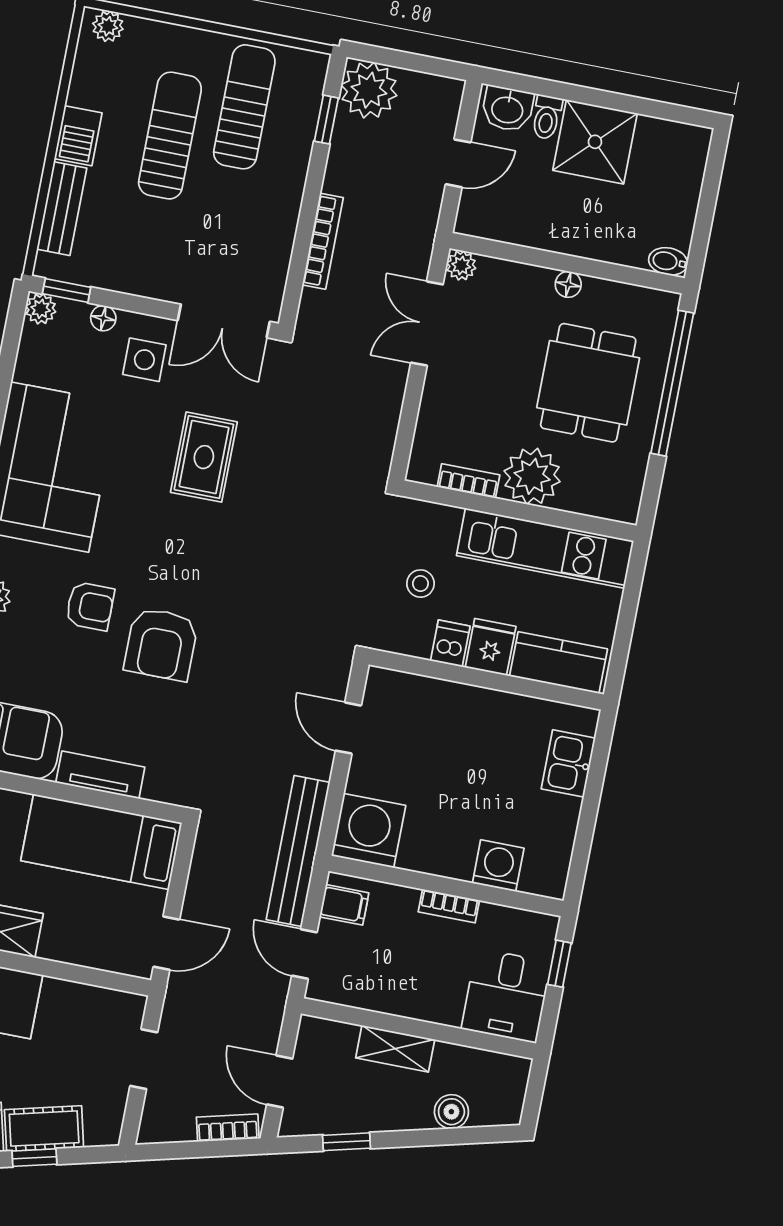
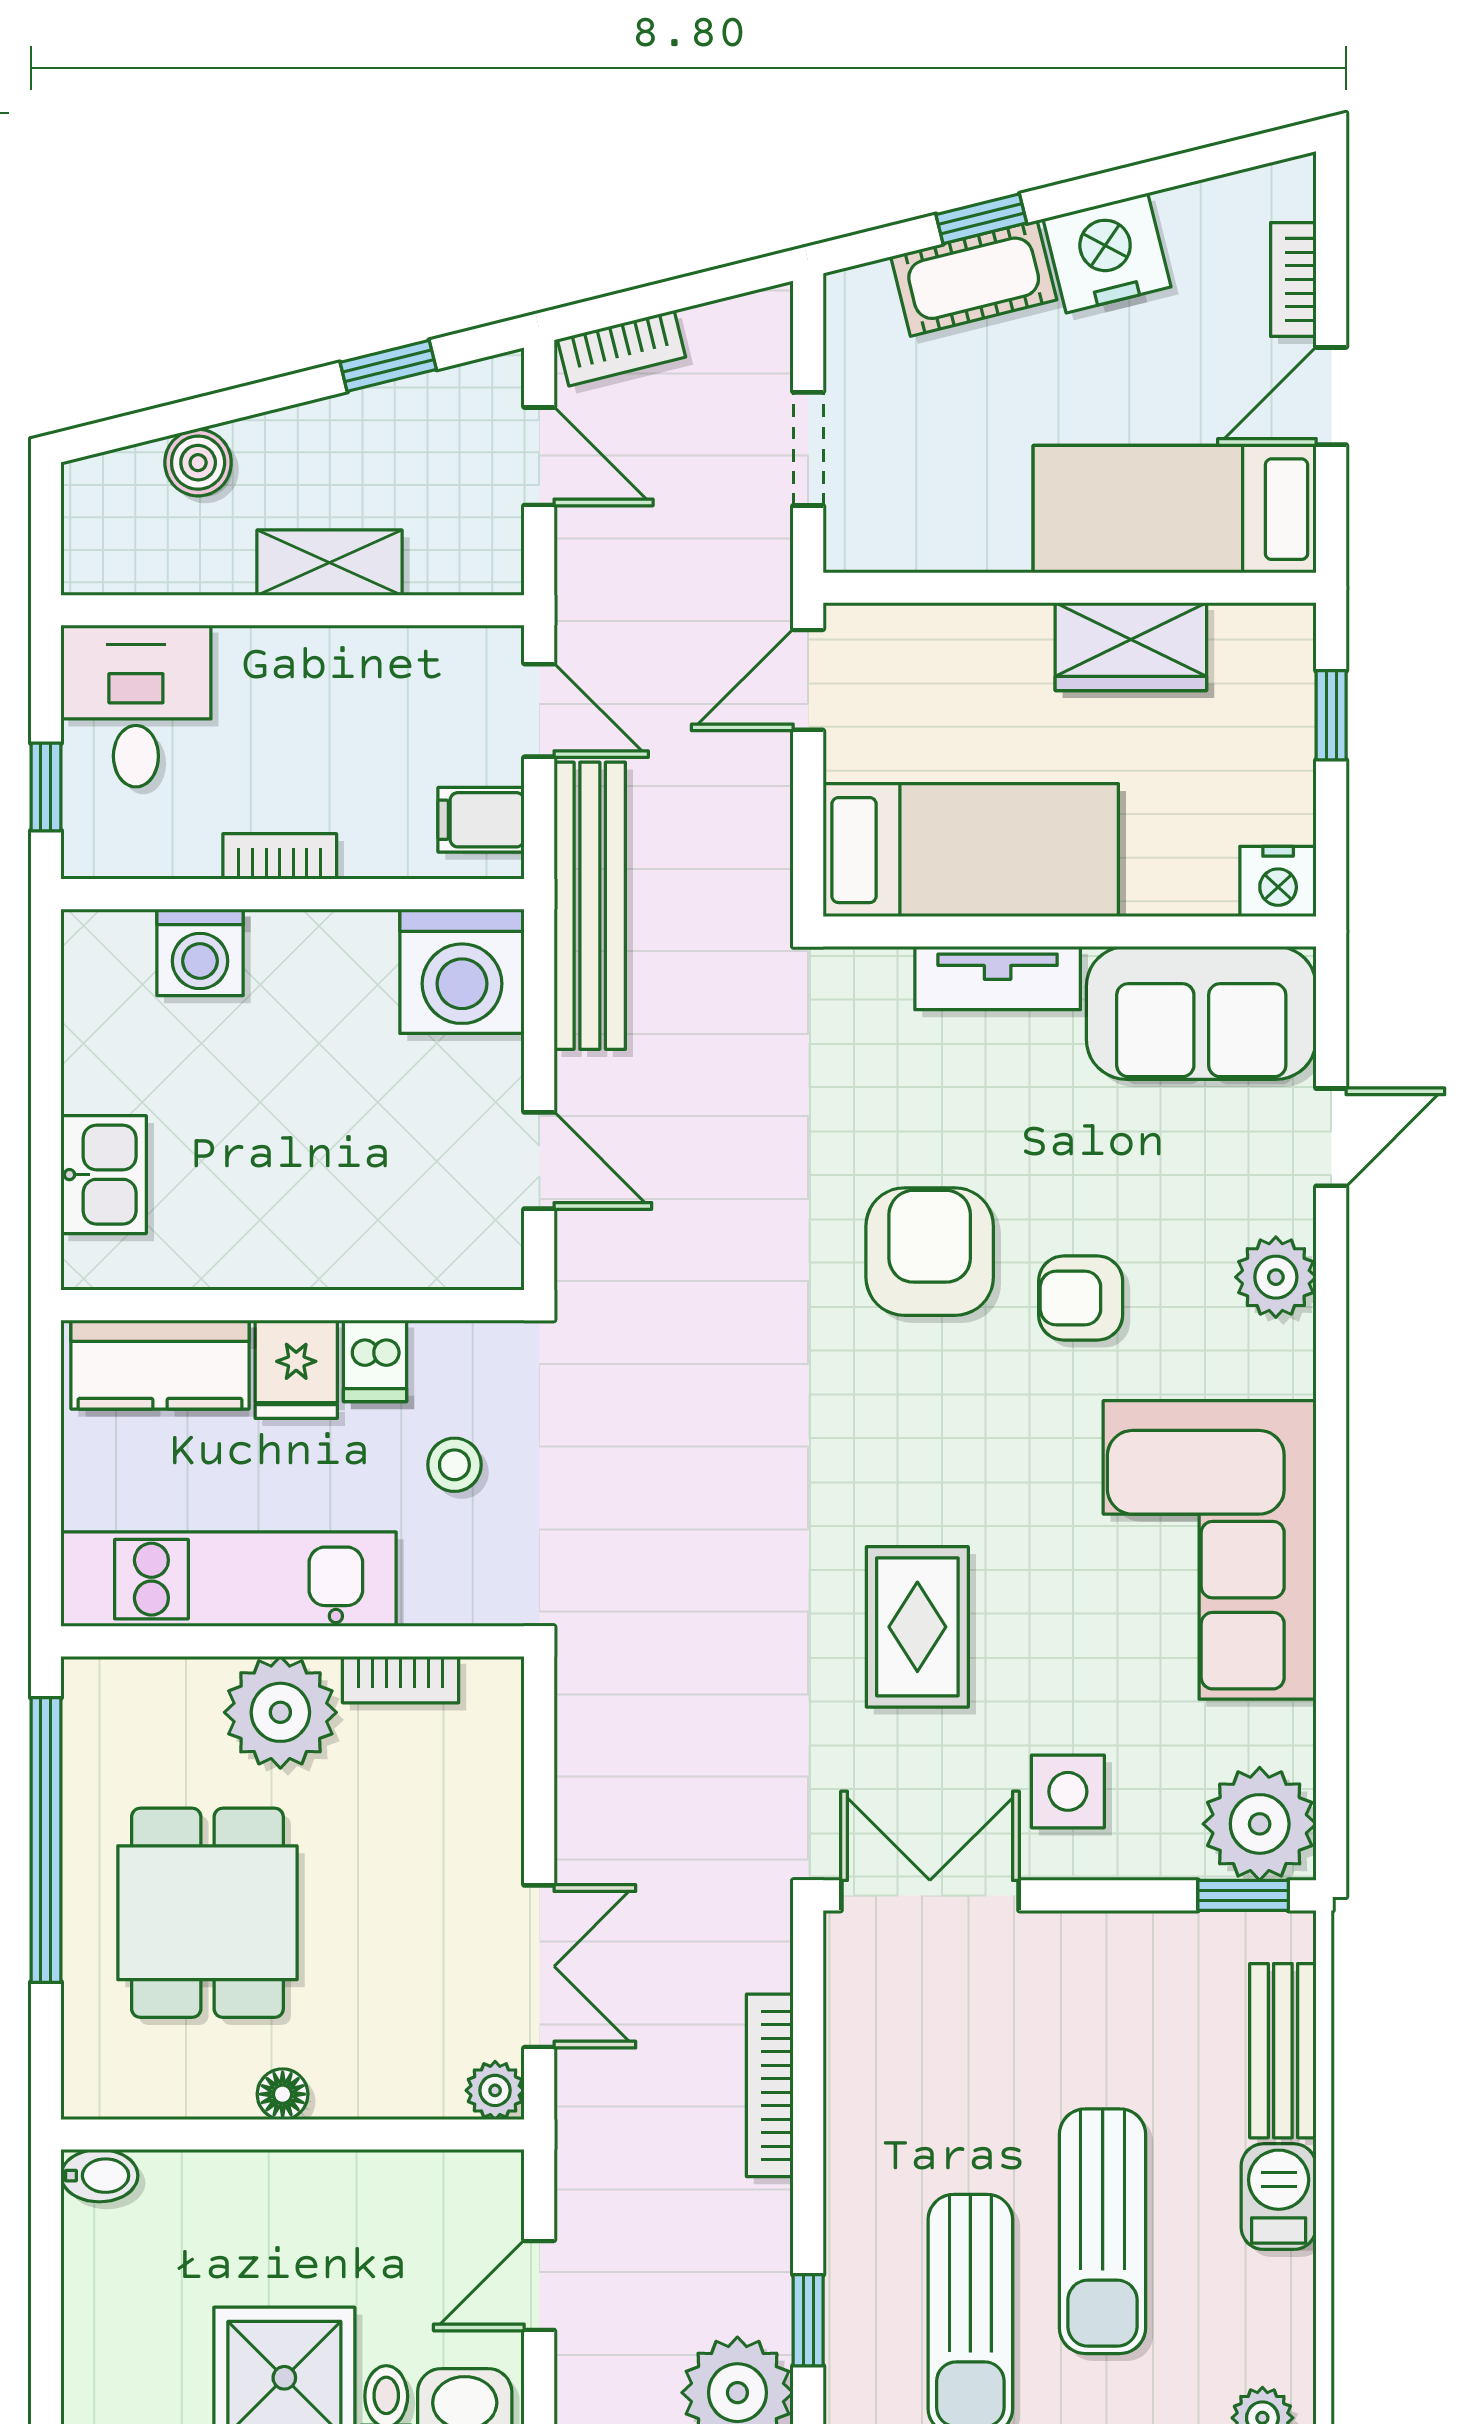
plant: (41, 309) -> (1260, 1824), width x1.88, depth x1.88
floor lamp: (103, 318) -> (1162, 1856), removed
window: (672, 383) -> (46, 1840), moved

